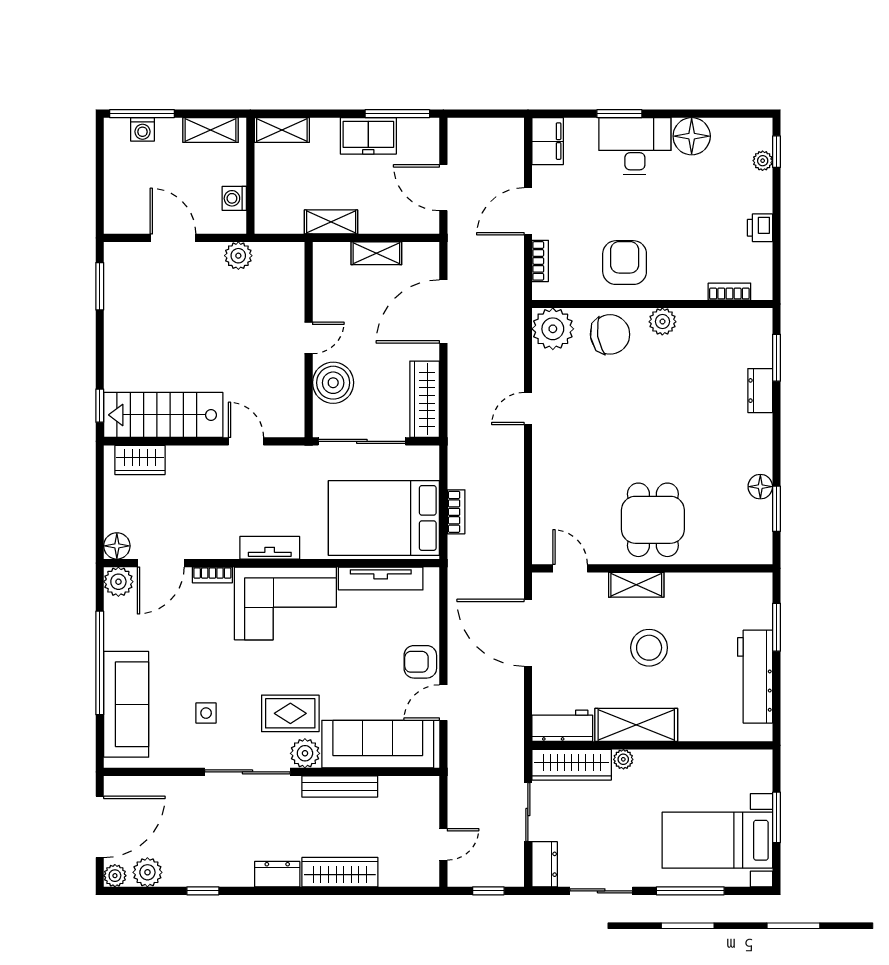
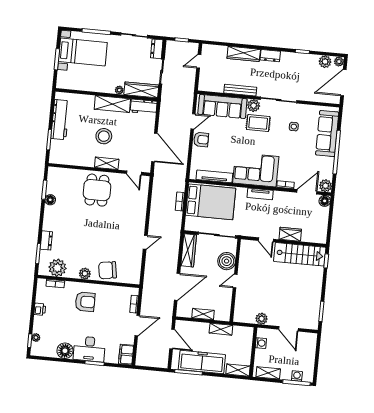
freezer: (368, 136) -> (202, 362), width x1.91, depth x1.26
armchair: (625, 263) -> (85, 302), moved, turned -90
plant: (553, 329) -> (57, 268), moved
wardrobe: (140, 460) -> (290, 234), moved

